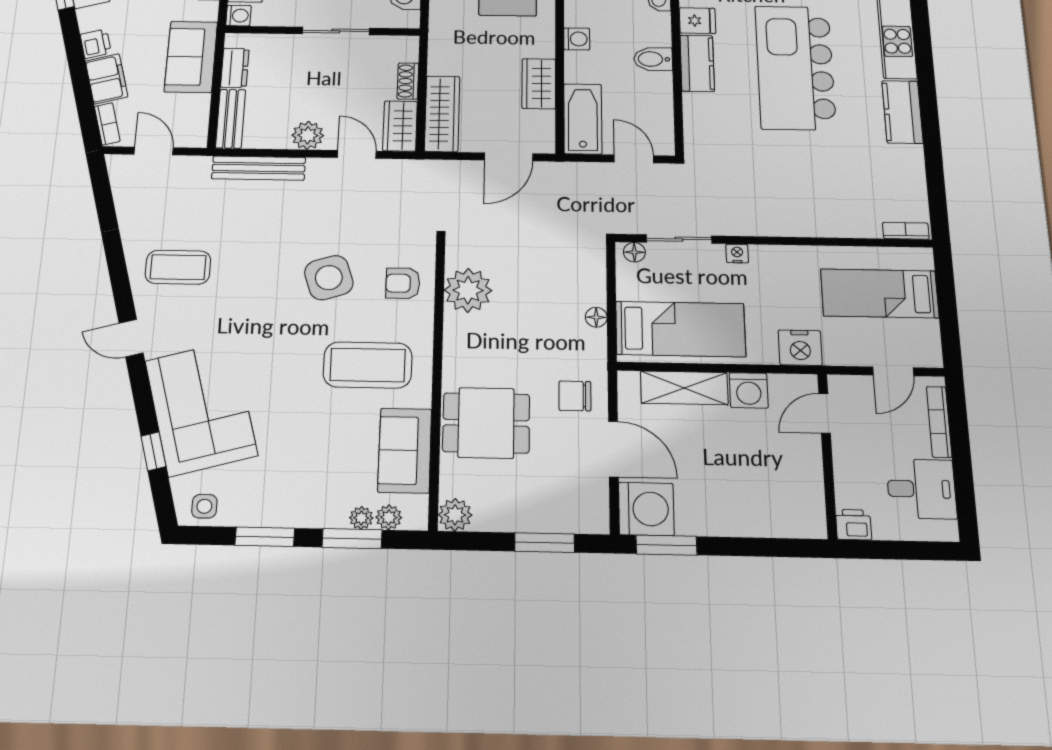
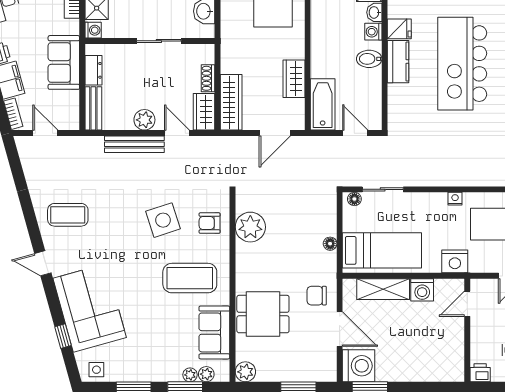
washing machine: (577, 39) -> (373, 32), moved, turned 180
bench: (259, 168) -> (134, 144), moved
nightstand: (737, 253) -> (455, 199), moved

